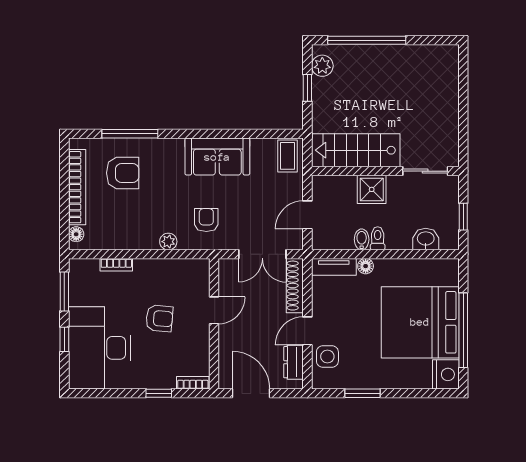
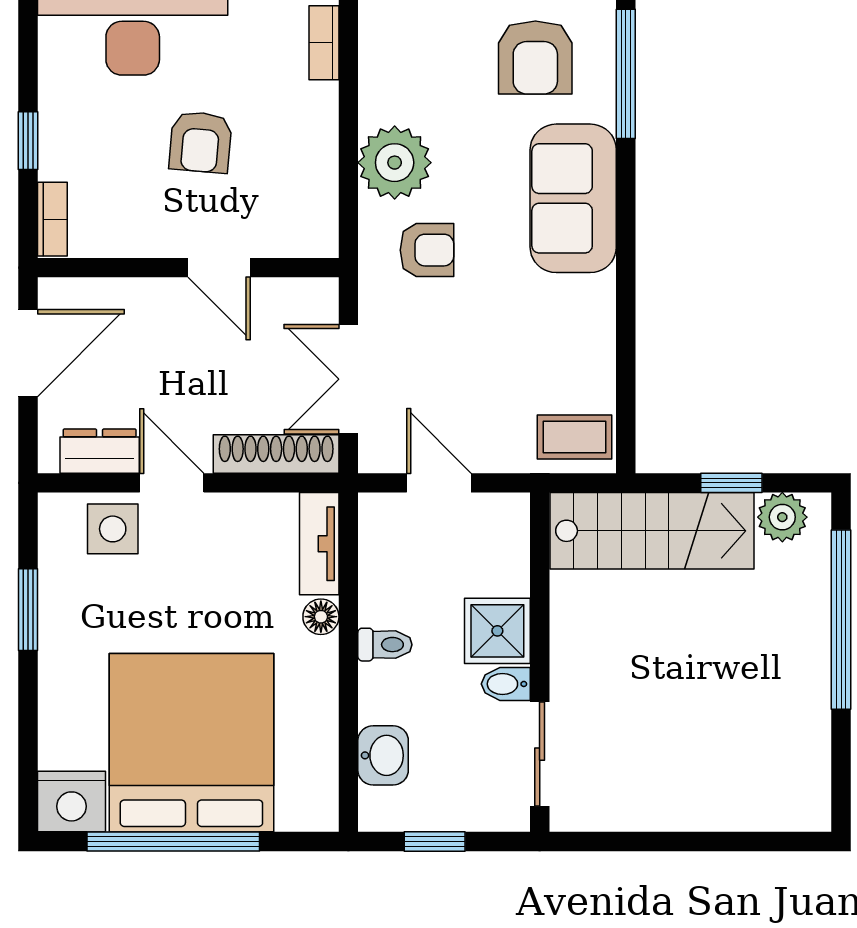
stairs: (356, 150) -> (652, 531), moved, turned 90
sofa: (217, 157) -> (573, 198), moved
bidet: (362, 239) -> (506, 684), moved, turned 180
plant: (168, 242) -> (395, 163), width x1.87, depth x1.87

